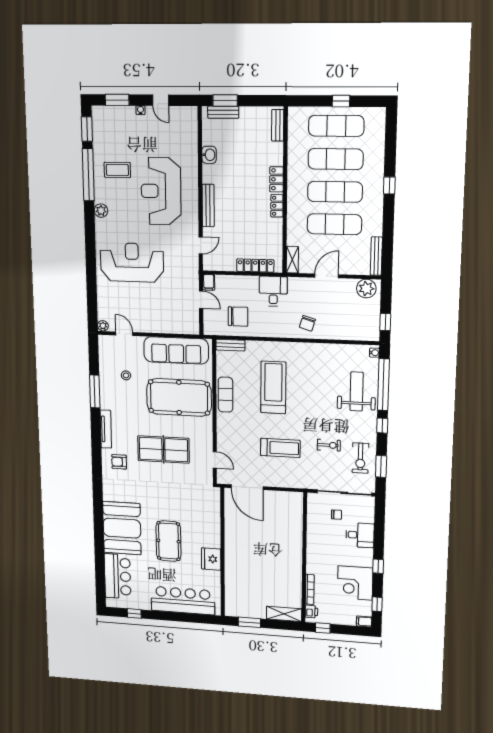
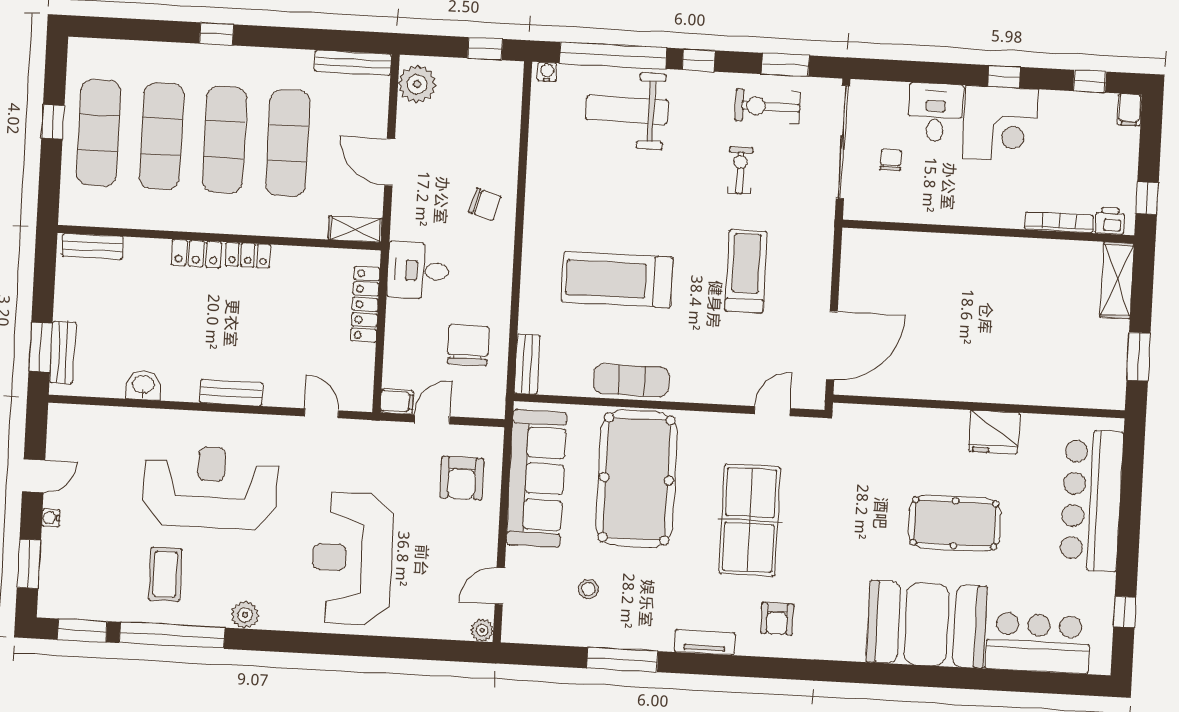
reception desk: (161, 191) -> (210, 487), turned 180
bench: (208, 206) -> (231, 393), width x0.73
armchair: (174, 315) -> (462, 478), added
tv unit: (106, 429) -> (705, 642), width x0.71
exercise bike: (360, 458) -> (768, 106), turned 180
corner desk: (355, 583) -> (1000, 124), moved

